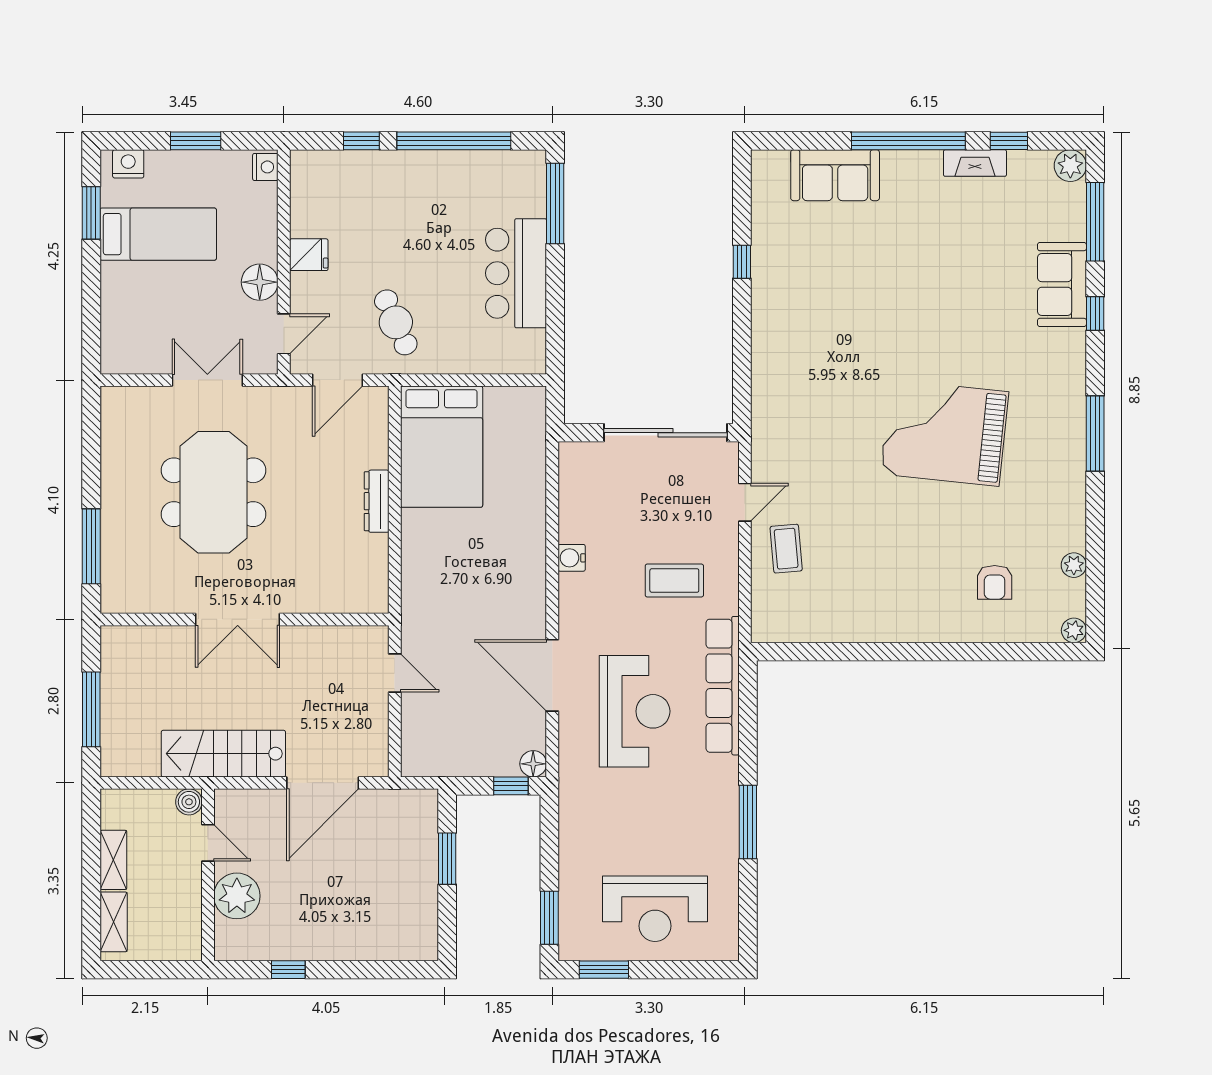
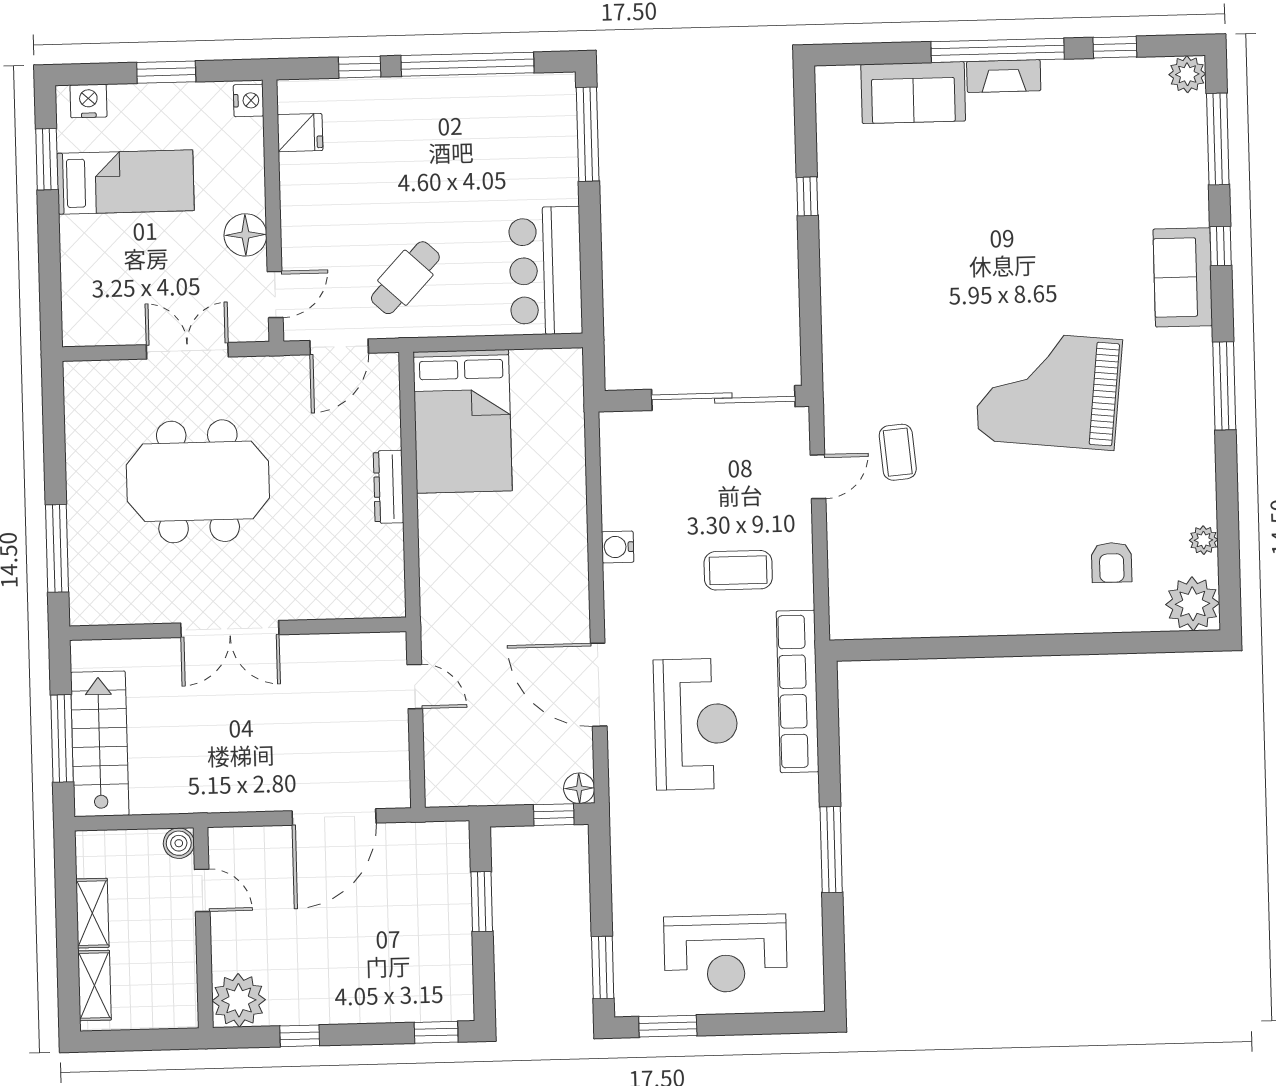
fireplace: (975, 163) -> (1004, 76), moved
fridge: (309, 255) -> (300, 133), moved
bar counter: (516, 273) -> (546, 271), moved
sofa: (1062, 284) -> (1183, 277), moved
cafe table: (396, 322) -> (405, 278), turned 67
meeting table: (213, 492) -> (198, 481), turned 90
coffee table: (786, 549) -> (898, 452), moved
plant: (1074, 630) -> (1193, 604), width x1.87, depth x1.87
stairs: (223, 754) -> (100, 744), moved, turned 90
plant: (237, 896) -> (239, 1000), moved
window: (405, 970) -> (436, 1032), added

